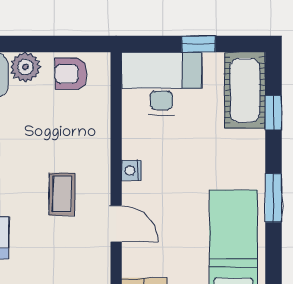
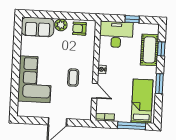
cot: (245, 90) -> (150, 50), moved

